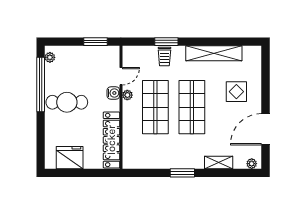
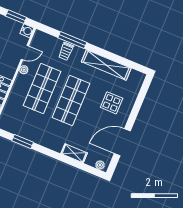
window: (166, 42) -> (72, 40), width x1.44
water cooler: (113, 93) -> (27, 31), moved
window: (182, 173) -> (23, 142), moved

